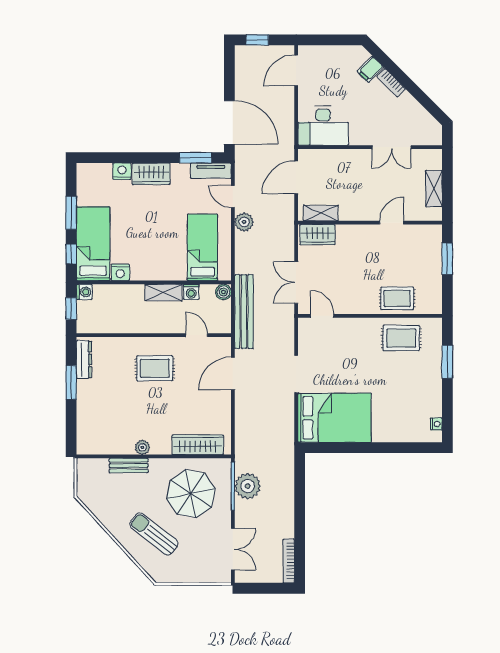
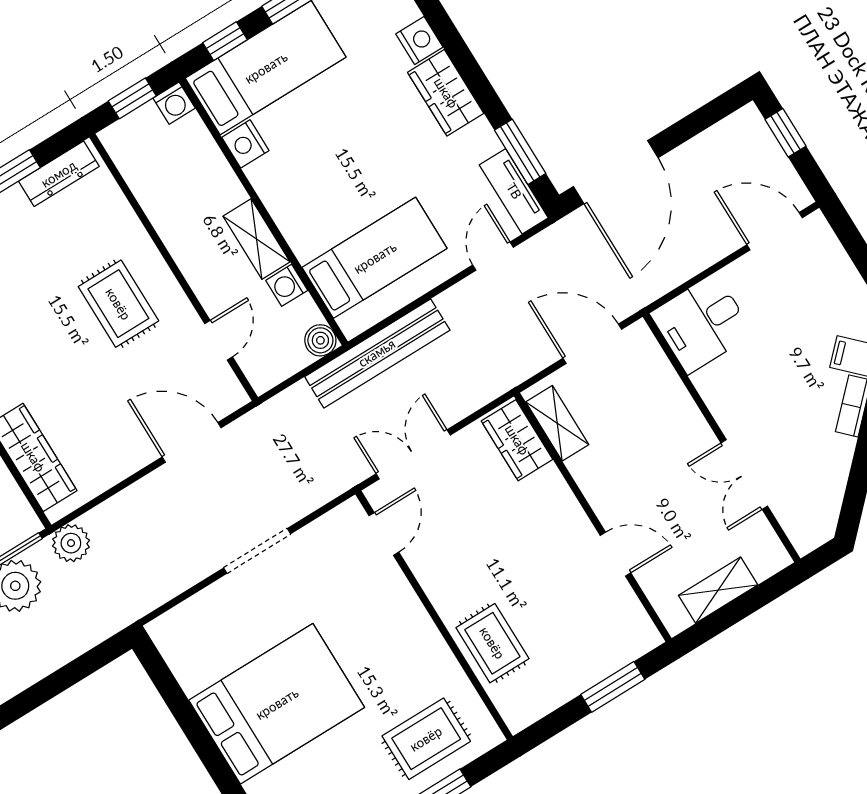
desk: (323, 126) -> (702, 324), width x0.73
plant: (244, 222) -> (71, 543), moved
bench: (244, 312) -> (377, 353), moved
rug: (401, 338) -> (426, 739), moved, turned 90
bed: (334, 418) -> (277, 704), moved, turned -90

